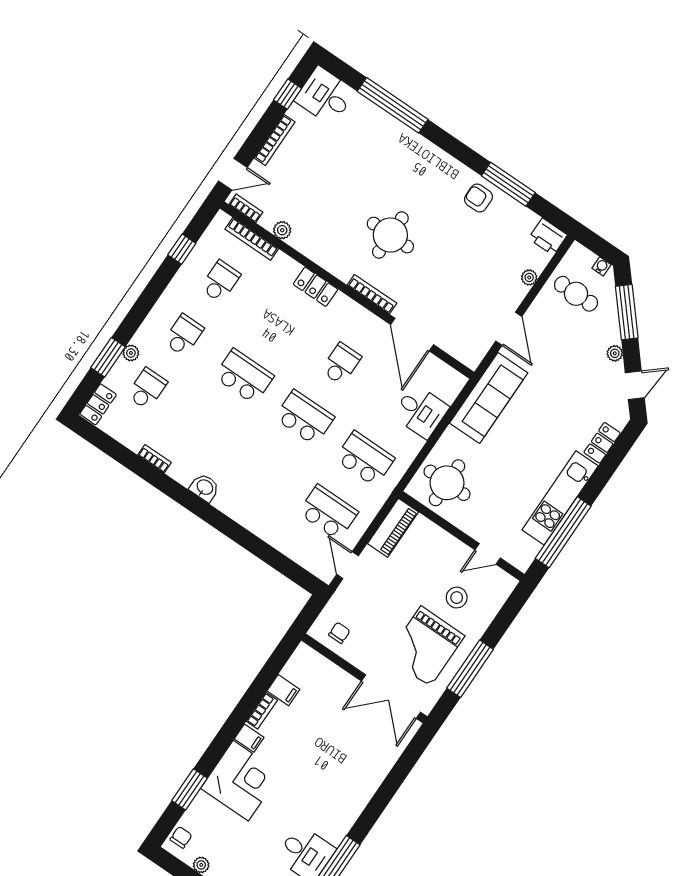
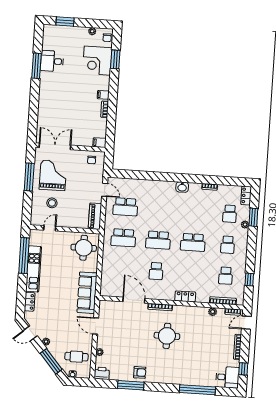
door: (635, 385) -> (30, 333), hinge flipped
desk: (421, 411) -> (112, 271), removed
filing cabinet: (283, 690) -> (99, 143), moved
corner desk: (241, 781) -> (97, 61), moved

